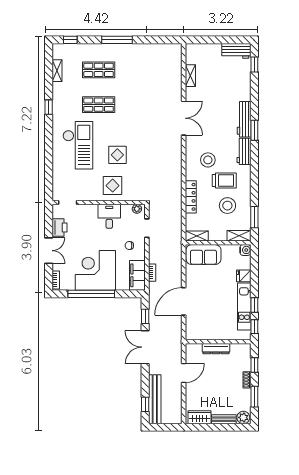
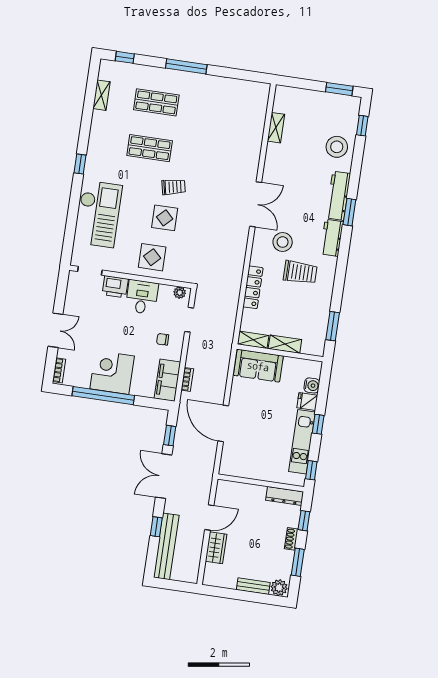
window: (233, 40) -> (339, 89), added
workbench: (236, 51) -> (341, 104), removed
window: (49, 107) -> (80, 164), moved
double door: (184, 118) -> (256, 204), moved
trolley: (121, 131) -> (174, 187), added
checkout: (78, 145) -> (99, 214), moved
stool: (227, 206) -> (337, 147), moved
printer: (59, 228) -> (115, 287), moved, turned 90
shelving: (239, 236) -> (285, 344), moved
water cooler: (245, 250) -> (312, 385), moved
corner desk: (95, 270) -> (112, 372), width x0.74, depth x0.74
door: (184, 301) -> (223, 423), hinge flipped
window: (254, 305) -> (318, 424), moved
dresser: (216, 349) -> (285, 496), moved
window: (145, 404) -> (156, 527), moved
wardrobe: (199, 417) -> (216, 548), moved, turned 90

